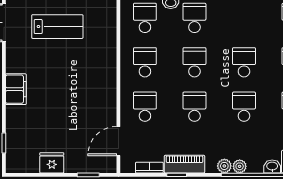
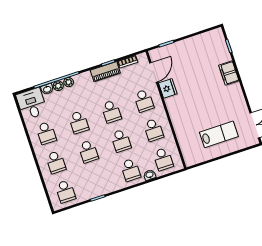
lab bench: (57, 27) -> (219, 134), turned 180
filing cabinet: (16, 89) -> (229, 73), moved
fridge: (52, 163) -> (168, 88), moved, turned -90
plant: (224, 166) -> (58, 86), moved

